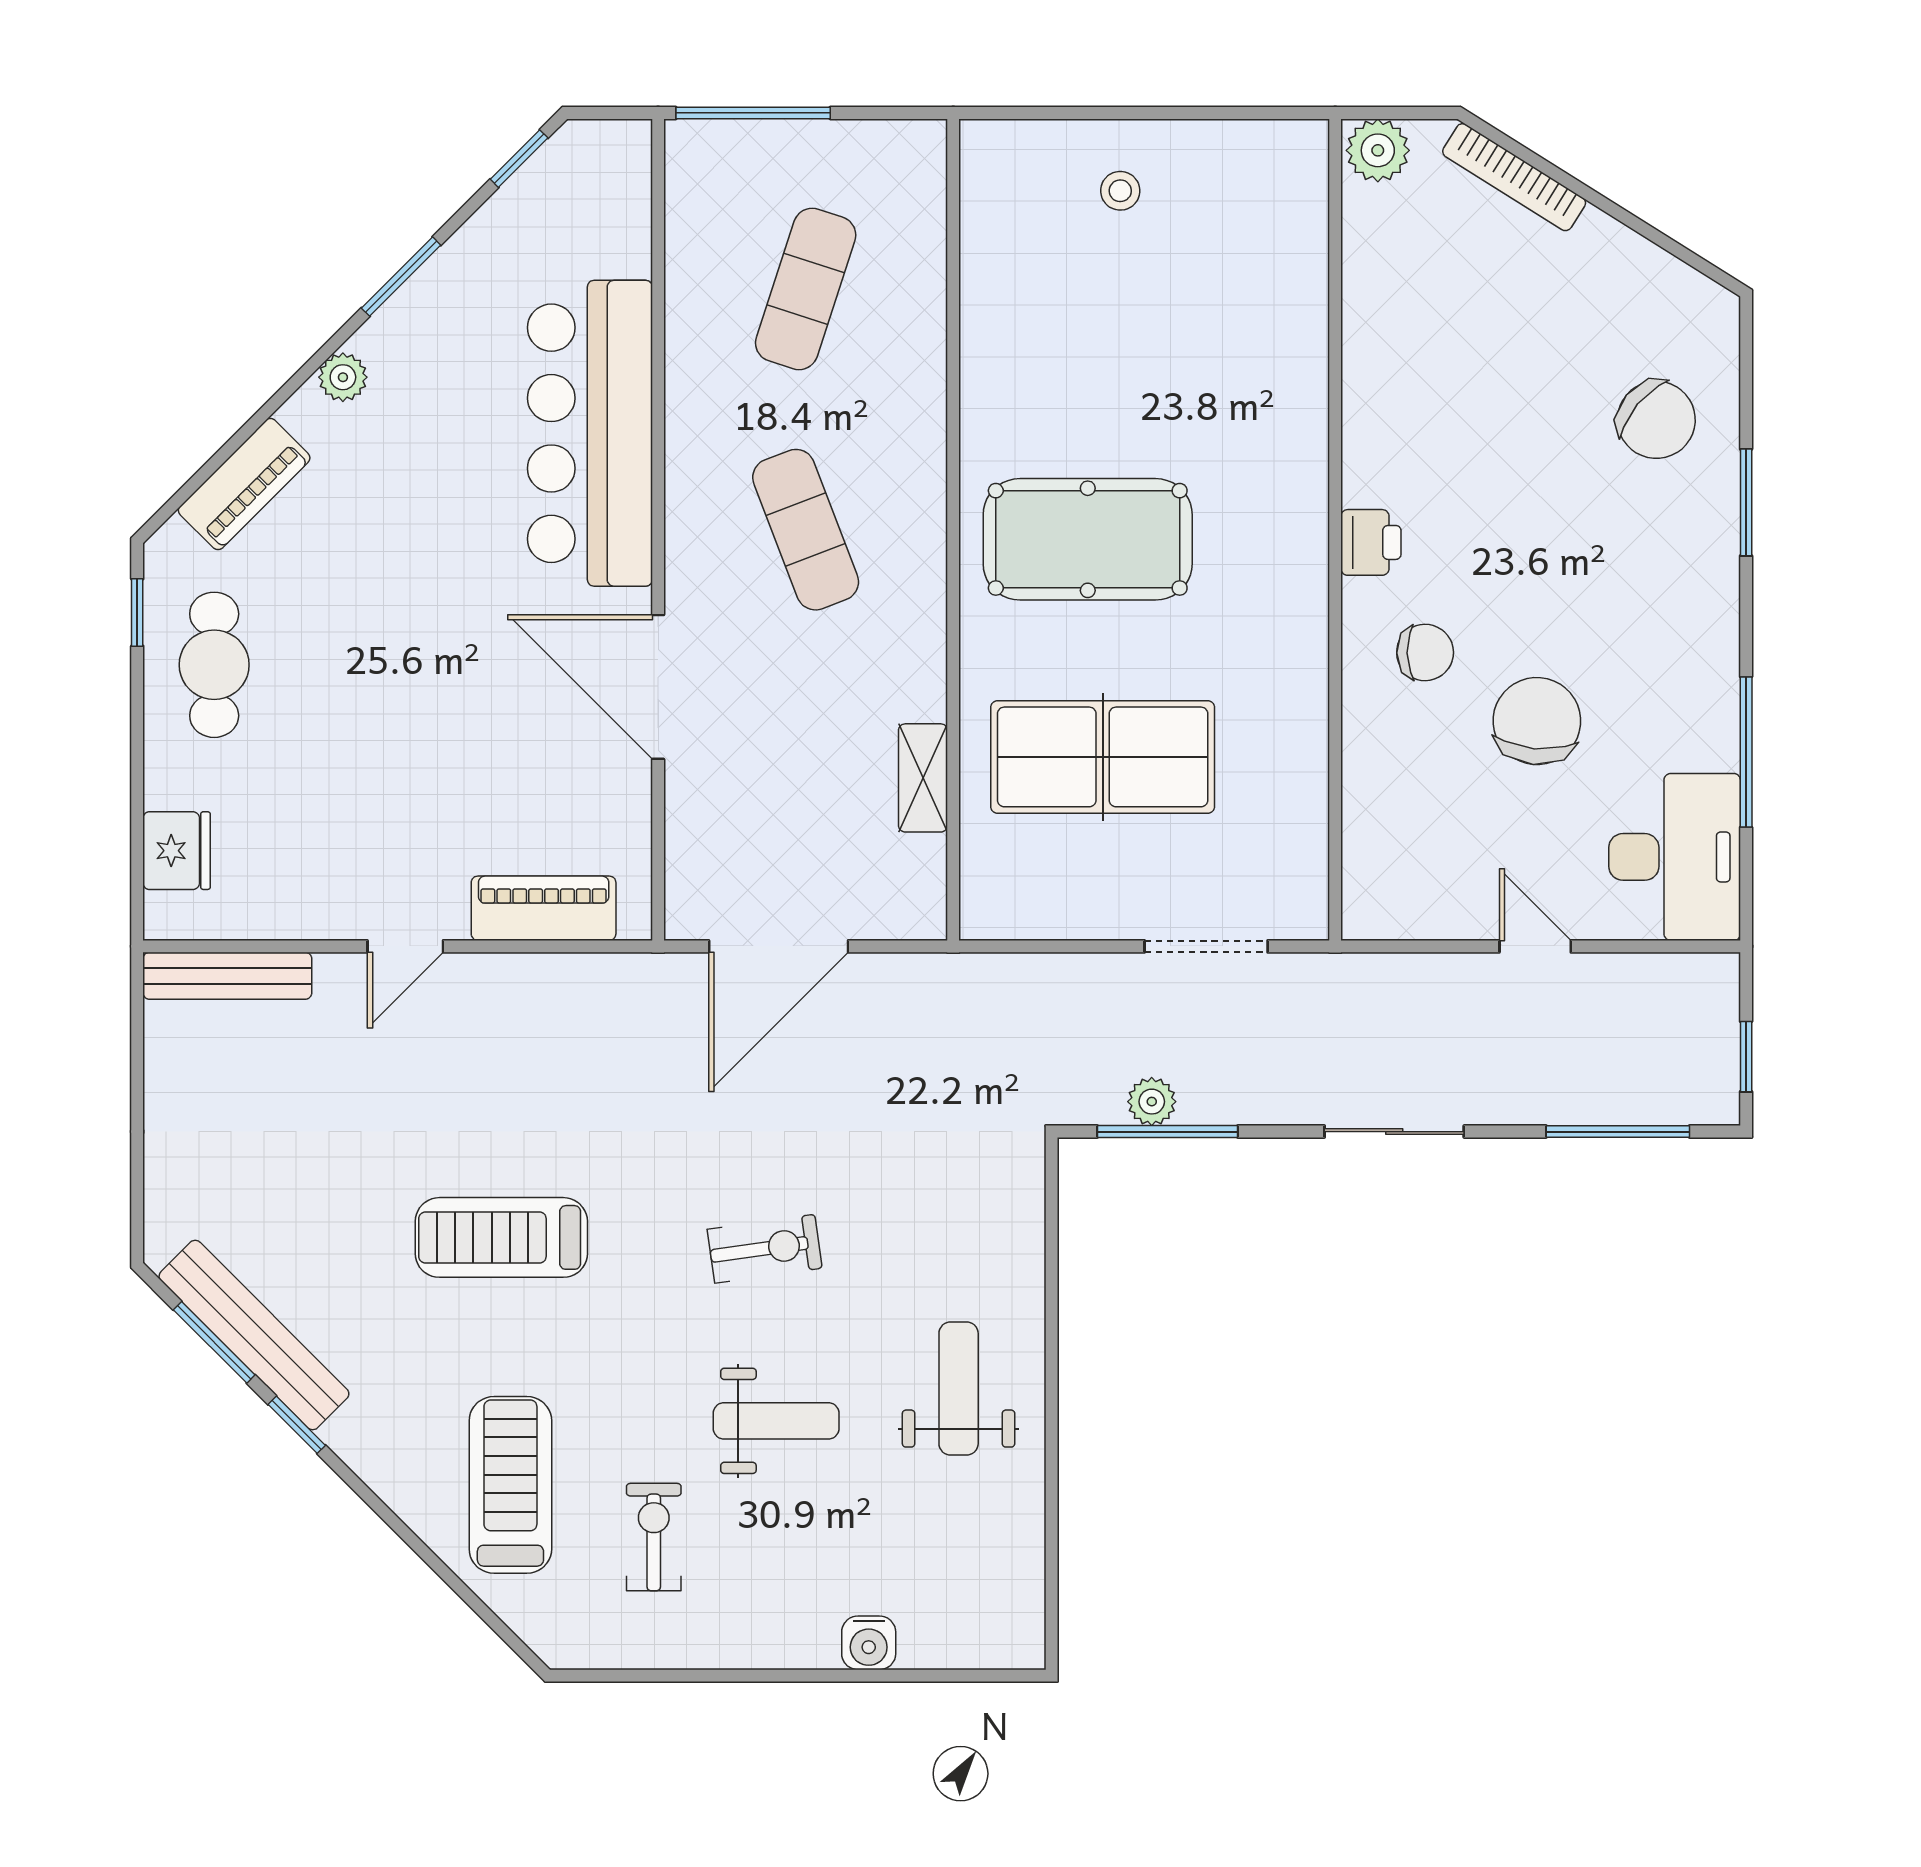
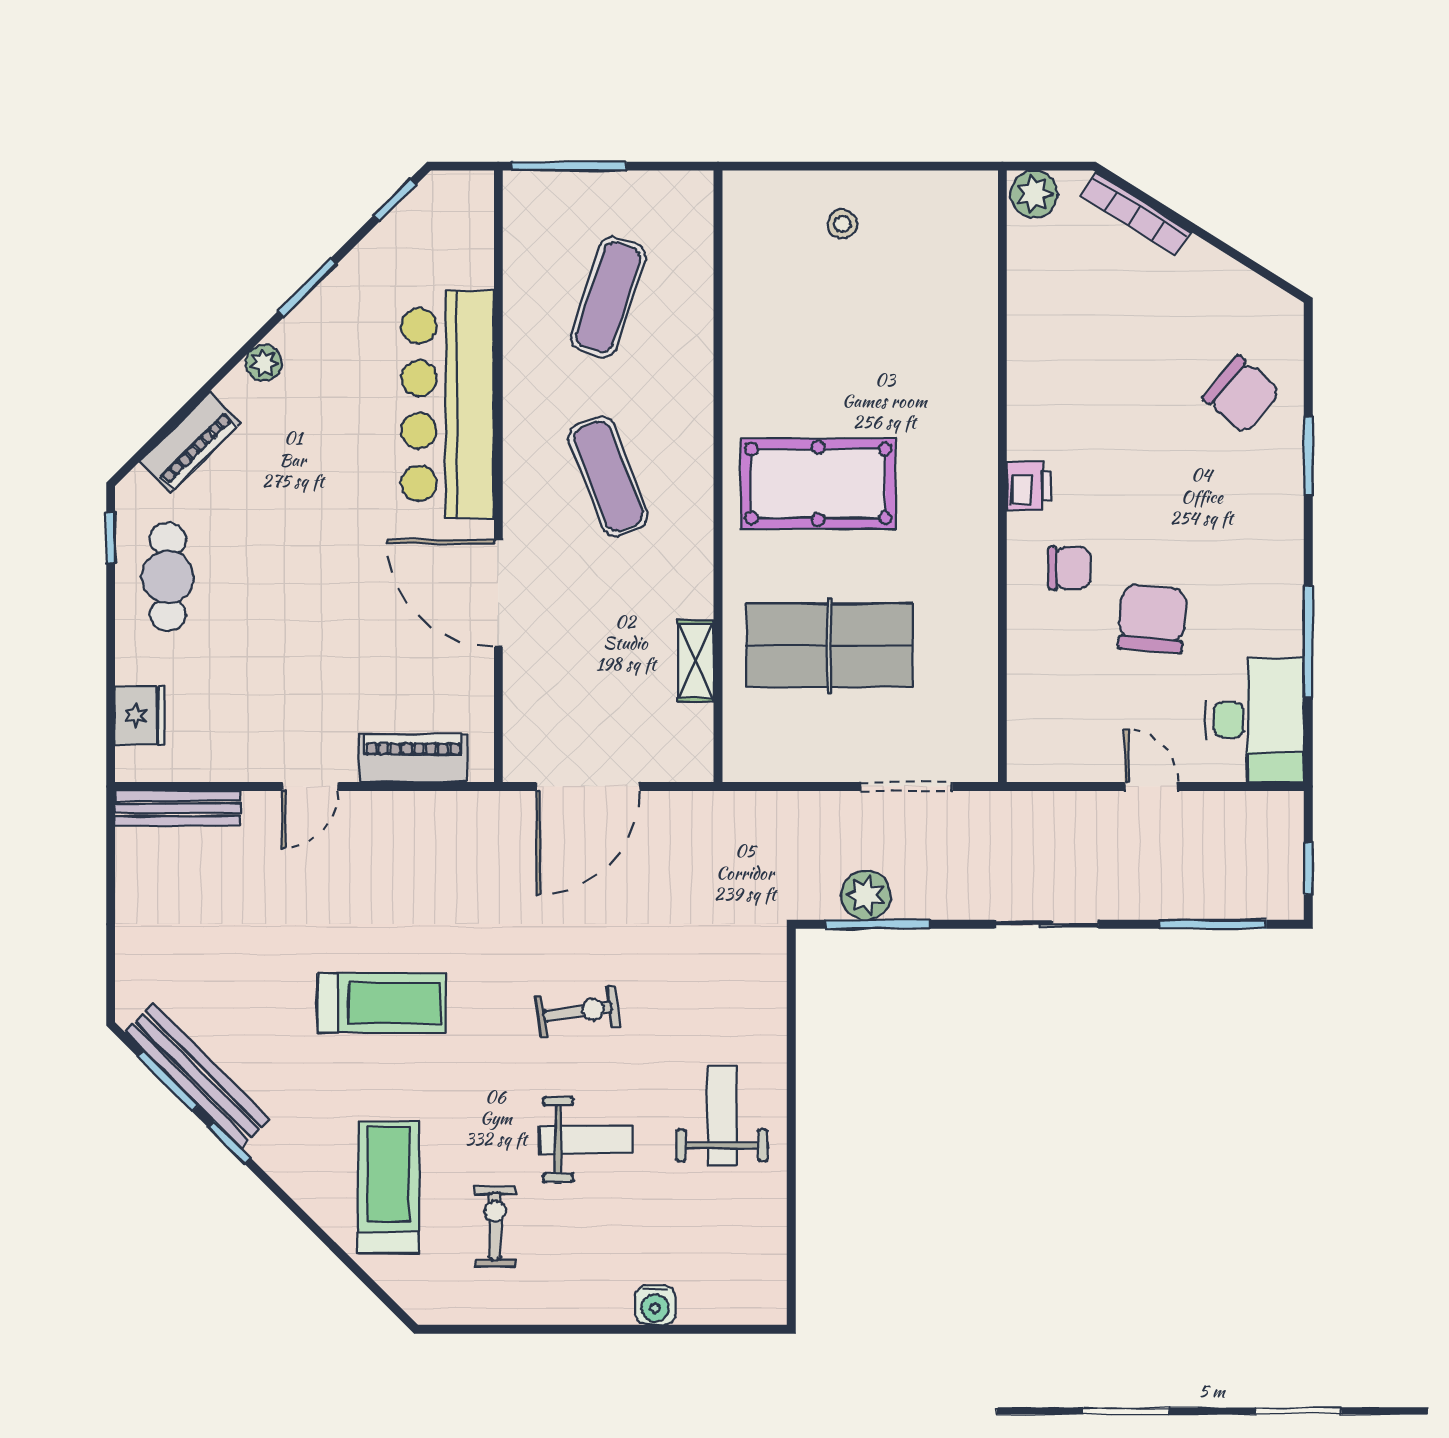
plant: (1152, 1102) -> (866, 895), width x1.38, depth x1.38
treadmill: (501, 1237) -> (382, 1003), turned 180

